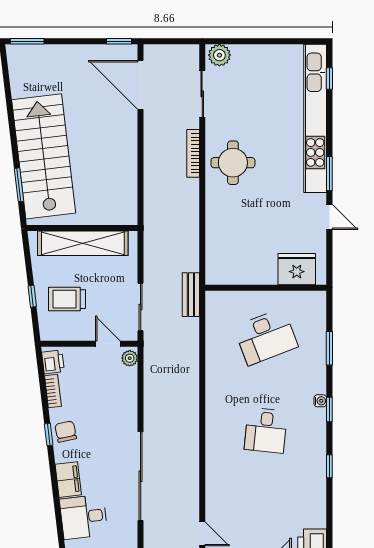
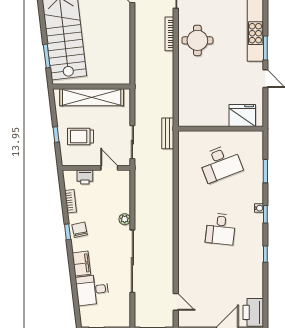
plant: (130, 358) -> (125, 219), moved
printer: (53, 362) -> (85, 177), moved, turned 97

